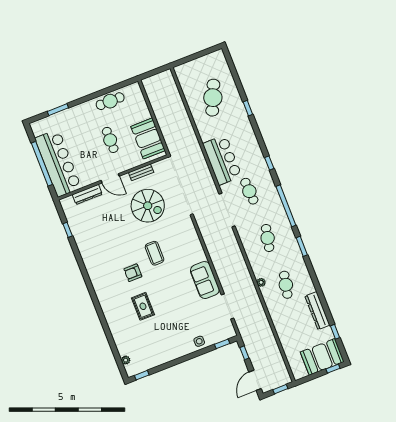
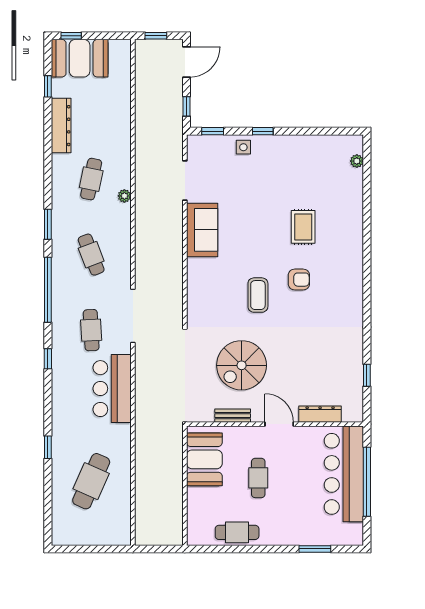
spiral stairs: (148, 206) -> (242, 365), turned -90
cafe table: (268, 238) -> (91, 255), turned -33
window: (142, 375) -> (263, 131), moved

